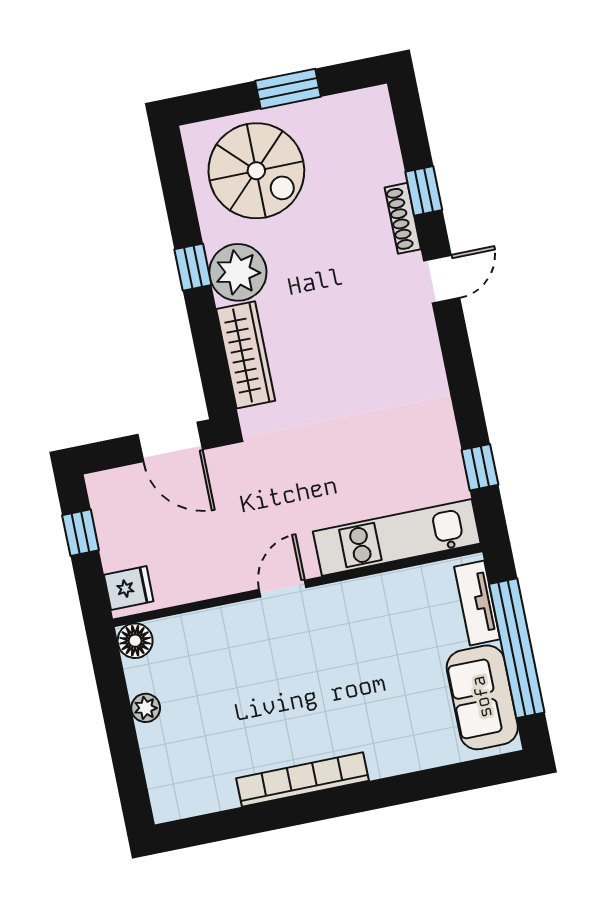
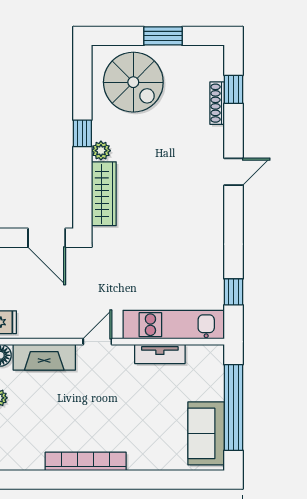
window: (424, 191) -> (233, 89), moved
shoe rack: (403, 218) -> (217, 103), moved
plant: (238, 272) -> (101, 151), width x0.53, depth x0.53
tv unit: (477, 603) -> (160, 354), moved, turned -90
fireplace: (204, 630) -> (44, 357), added

